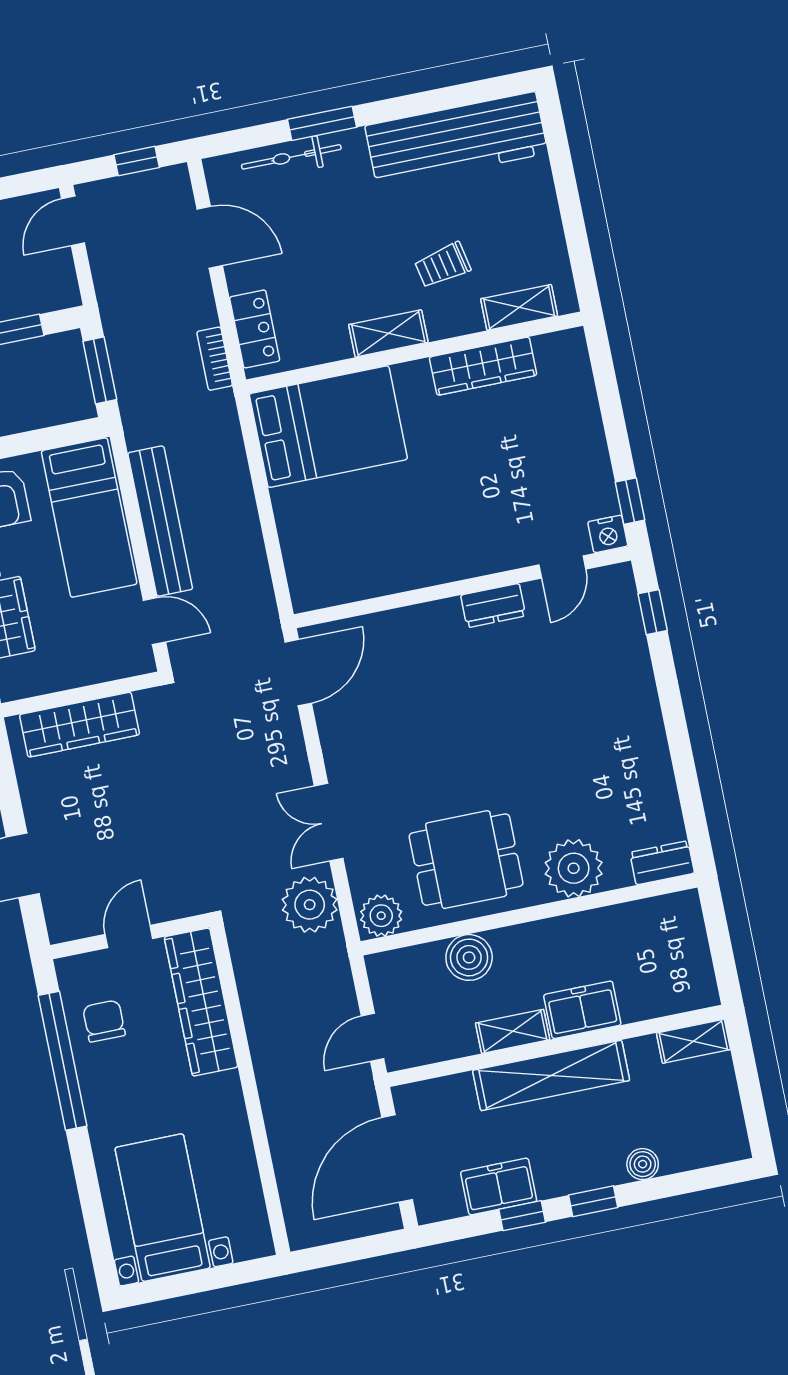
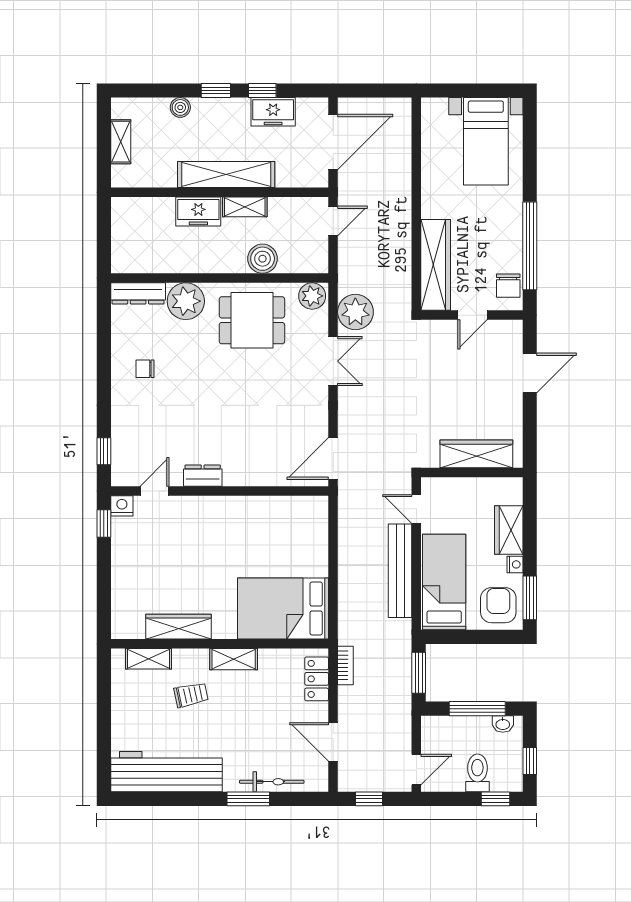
chair: (615, 752) -> (145, 369), added
dresser: (662, 863) -> (138, 293), width x1.44
chair: (104, 1021) -> (508, 286), moved
shelving: (693, 1041) -> (121, 142), moved, turned 90

